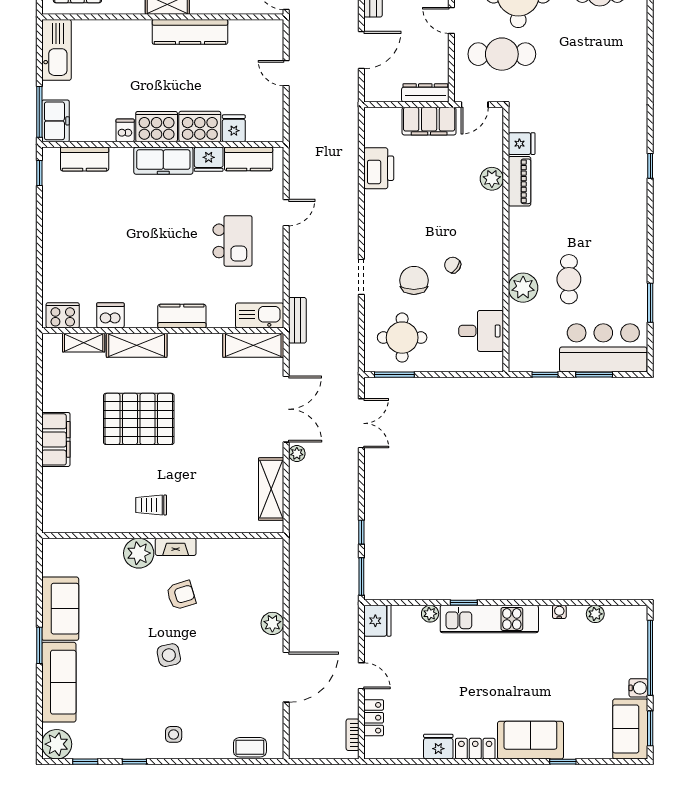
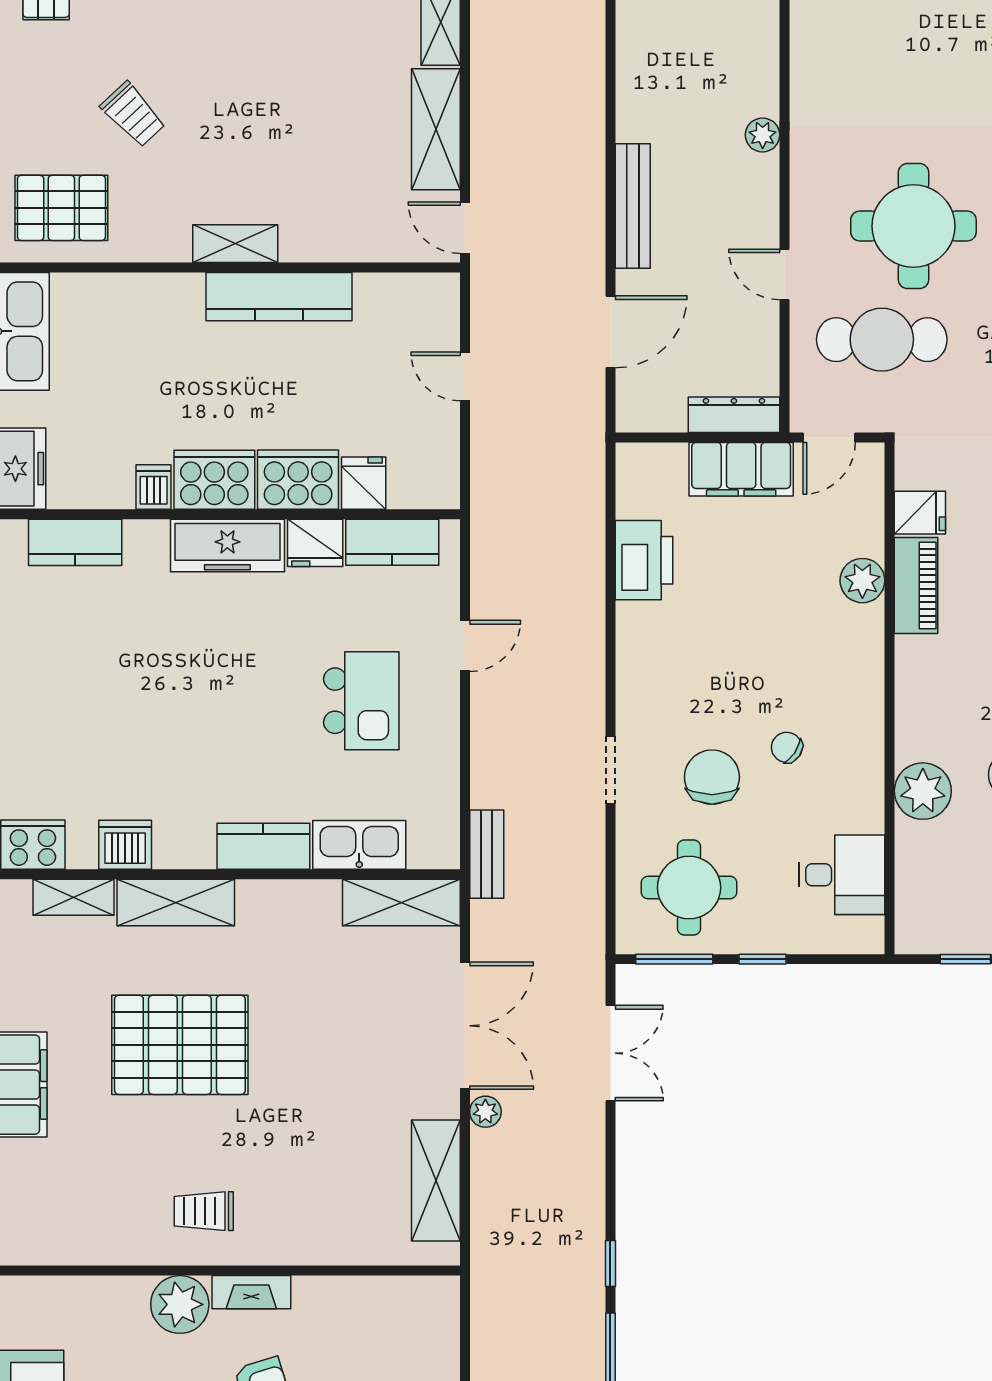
kitchen sink: (260, 316) -> (359, 845), moved
window: (440, 375) -> (763, 959), added

